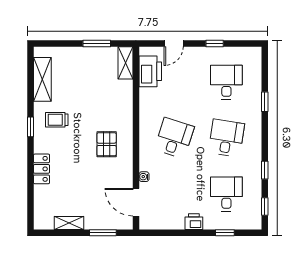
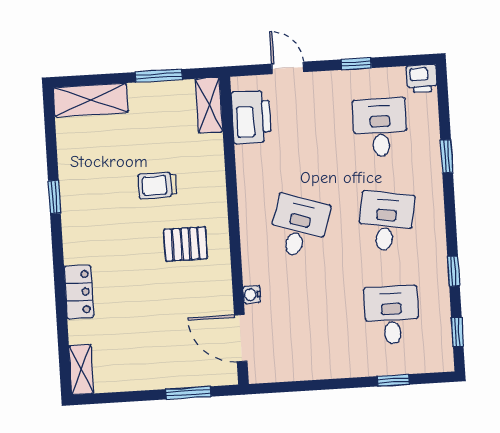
door: (174, 43) -> (288, 68), swing flipped
shelving: (42, 79) -> (91, 100), moved, turned 90
trolley: (57, 120) -> (157, 185), moved
window: (30, 127) -> (54, 197), moved
pallet: (107, 144) -> (186, 244), turned 90
printer: (194, 222) -> (422, 78), moved, turned 180
shelving: (69, 223) -> (81, 370), moved, turned 90

